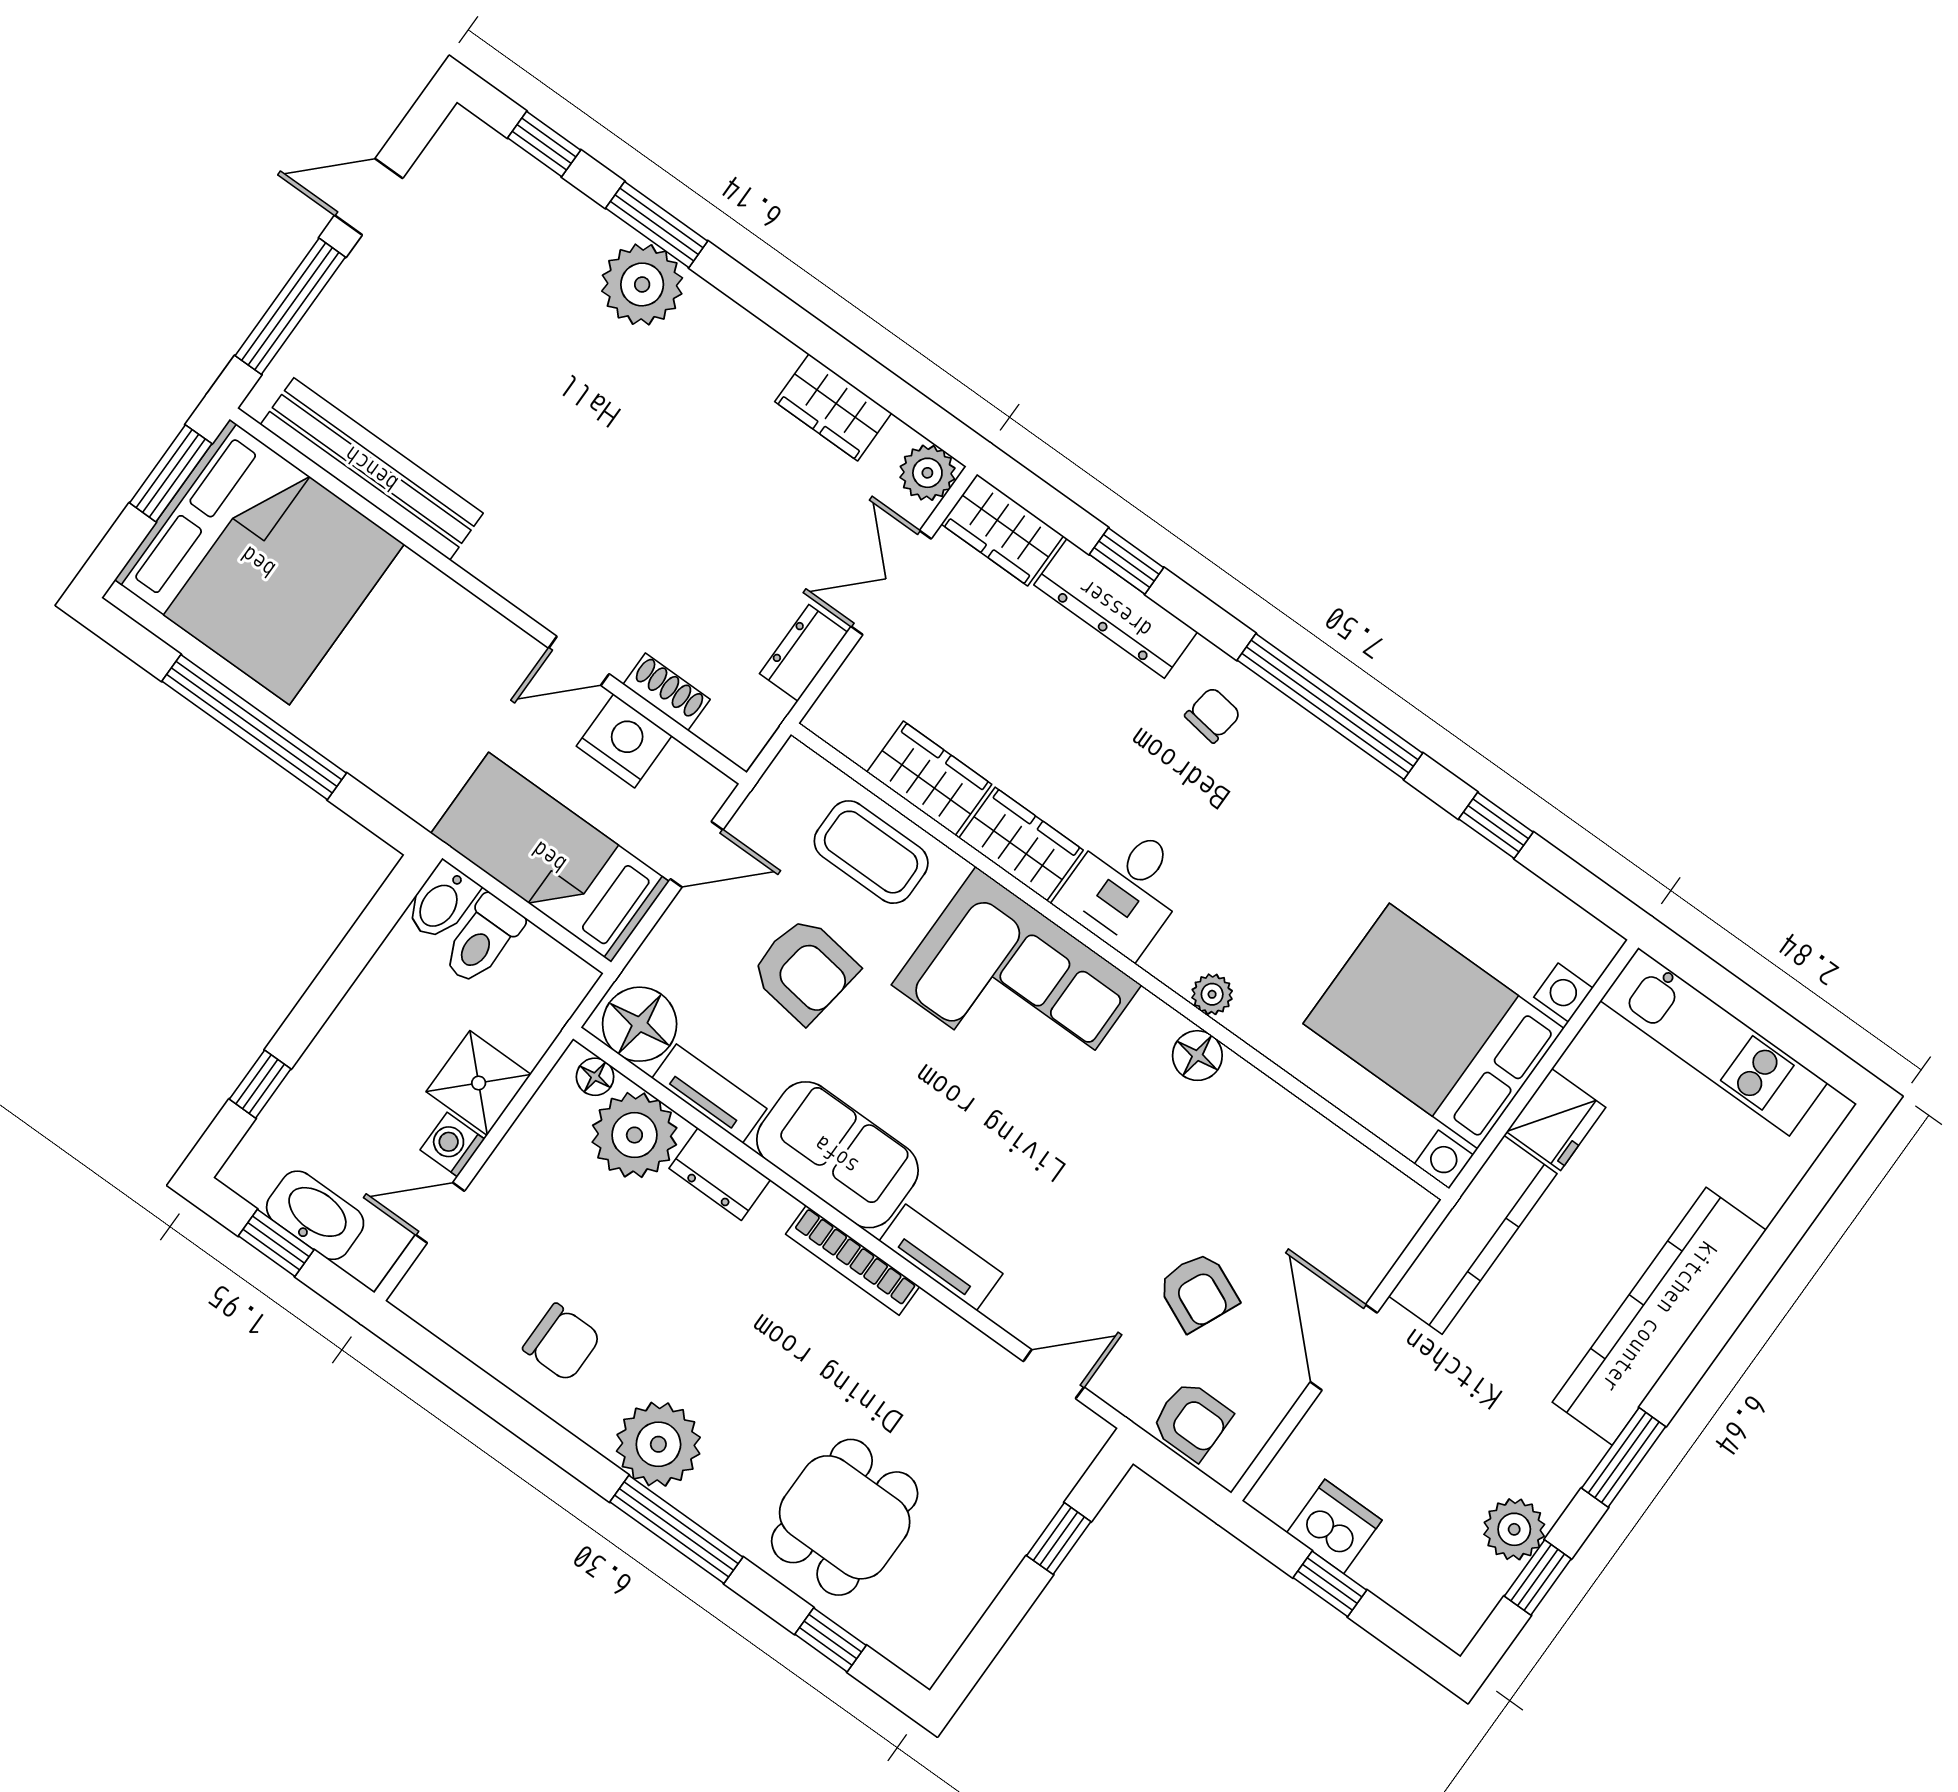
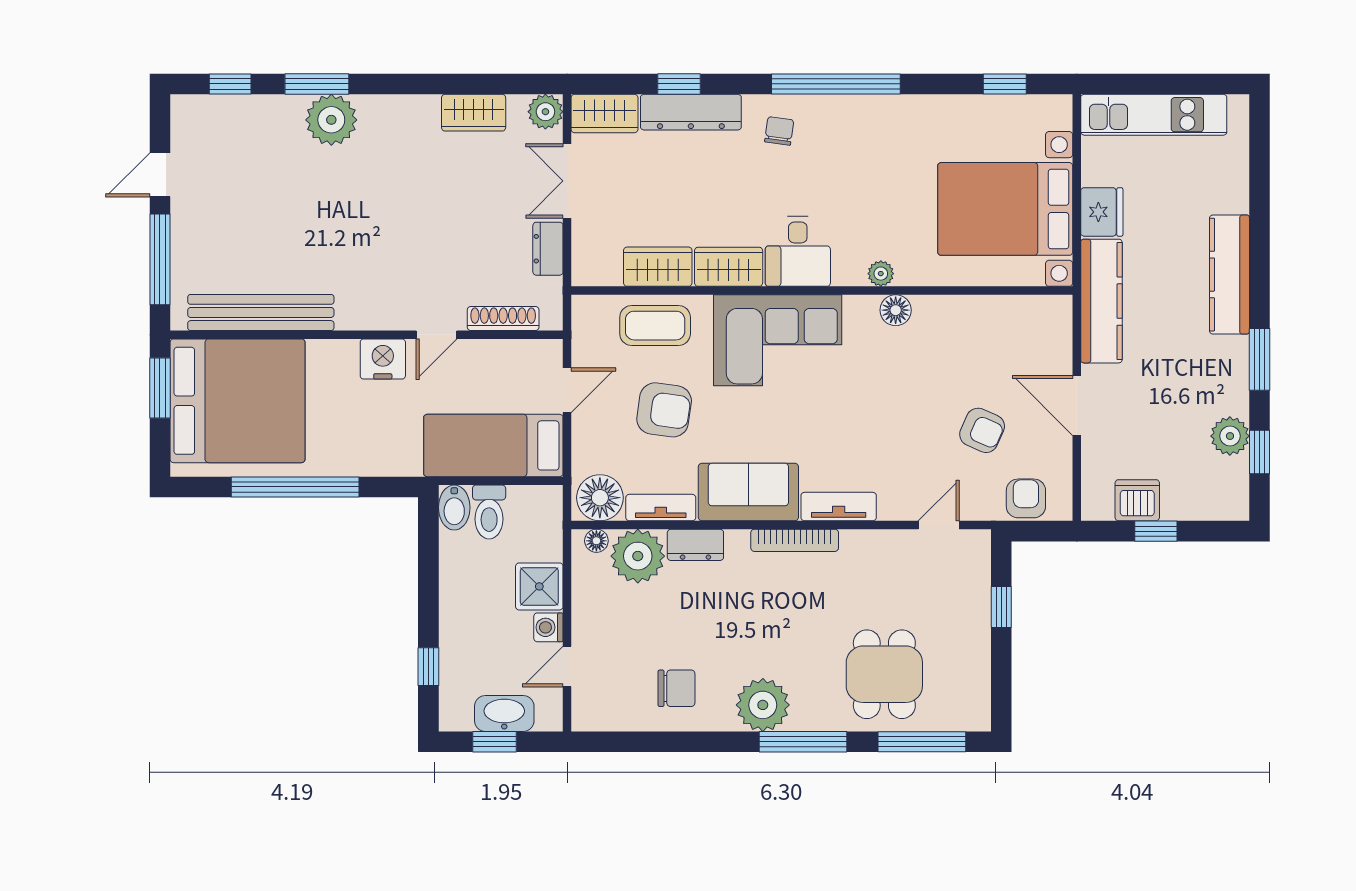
shoe rack: (667, 692) -> (503, 318), width x1.43
nightstand: (624, 741) -> (383, 359), moved
window: (1496, 825) -> (1005, 84), moved
kitchen counter: (1659, 1316) -> (1229, 275), width x0.72, depth x0.86
armchair: (1192, 1421) -> (1026, 498), turned -90
window: (830, 1640) -> (922, 742), width x2.17

